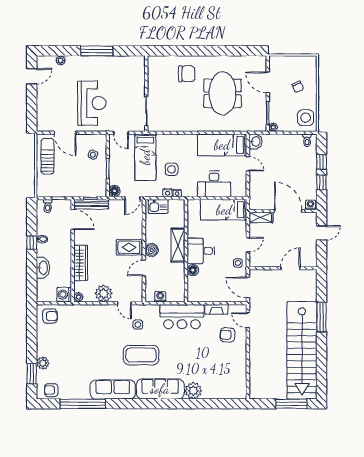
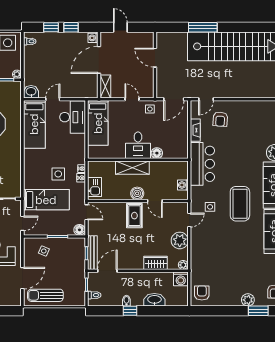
desk: (214, 184) -> (73, 117), moved
wardrobe: (81, 263) -> (156, 263), width x0.67

